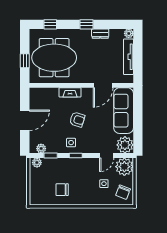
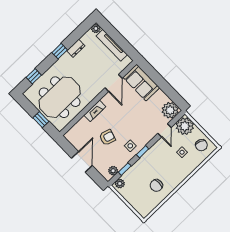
sofa: (124, 111) -> (141, 83), width x0.73
armchair: (77, 120) -> (107, 137), moved

